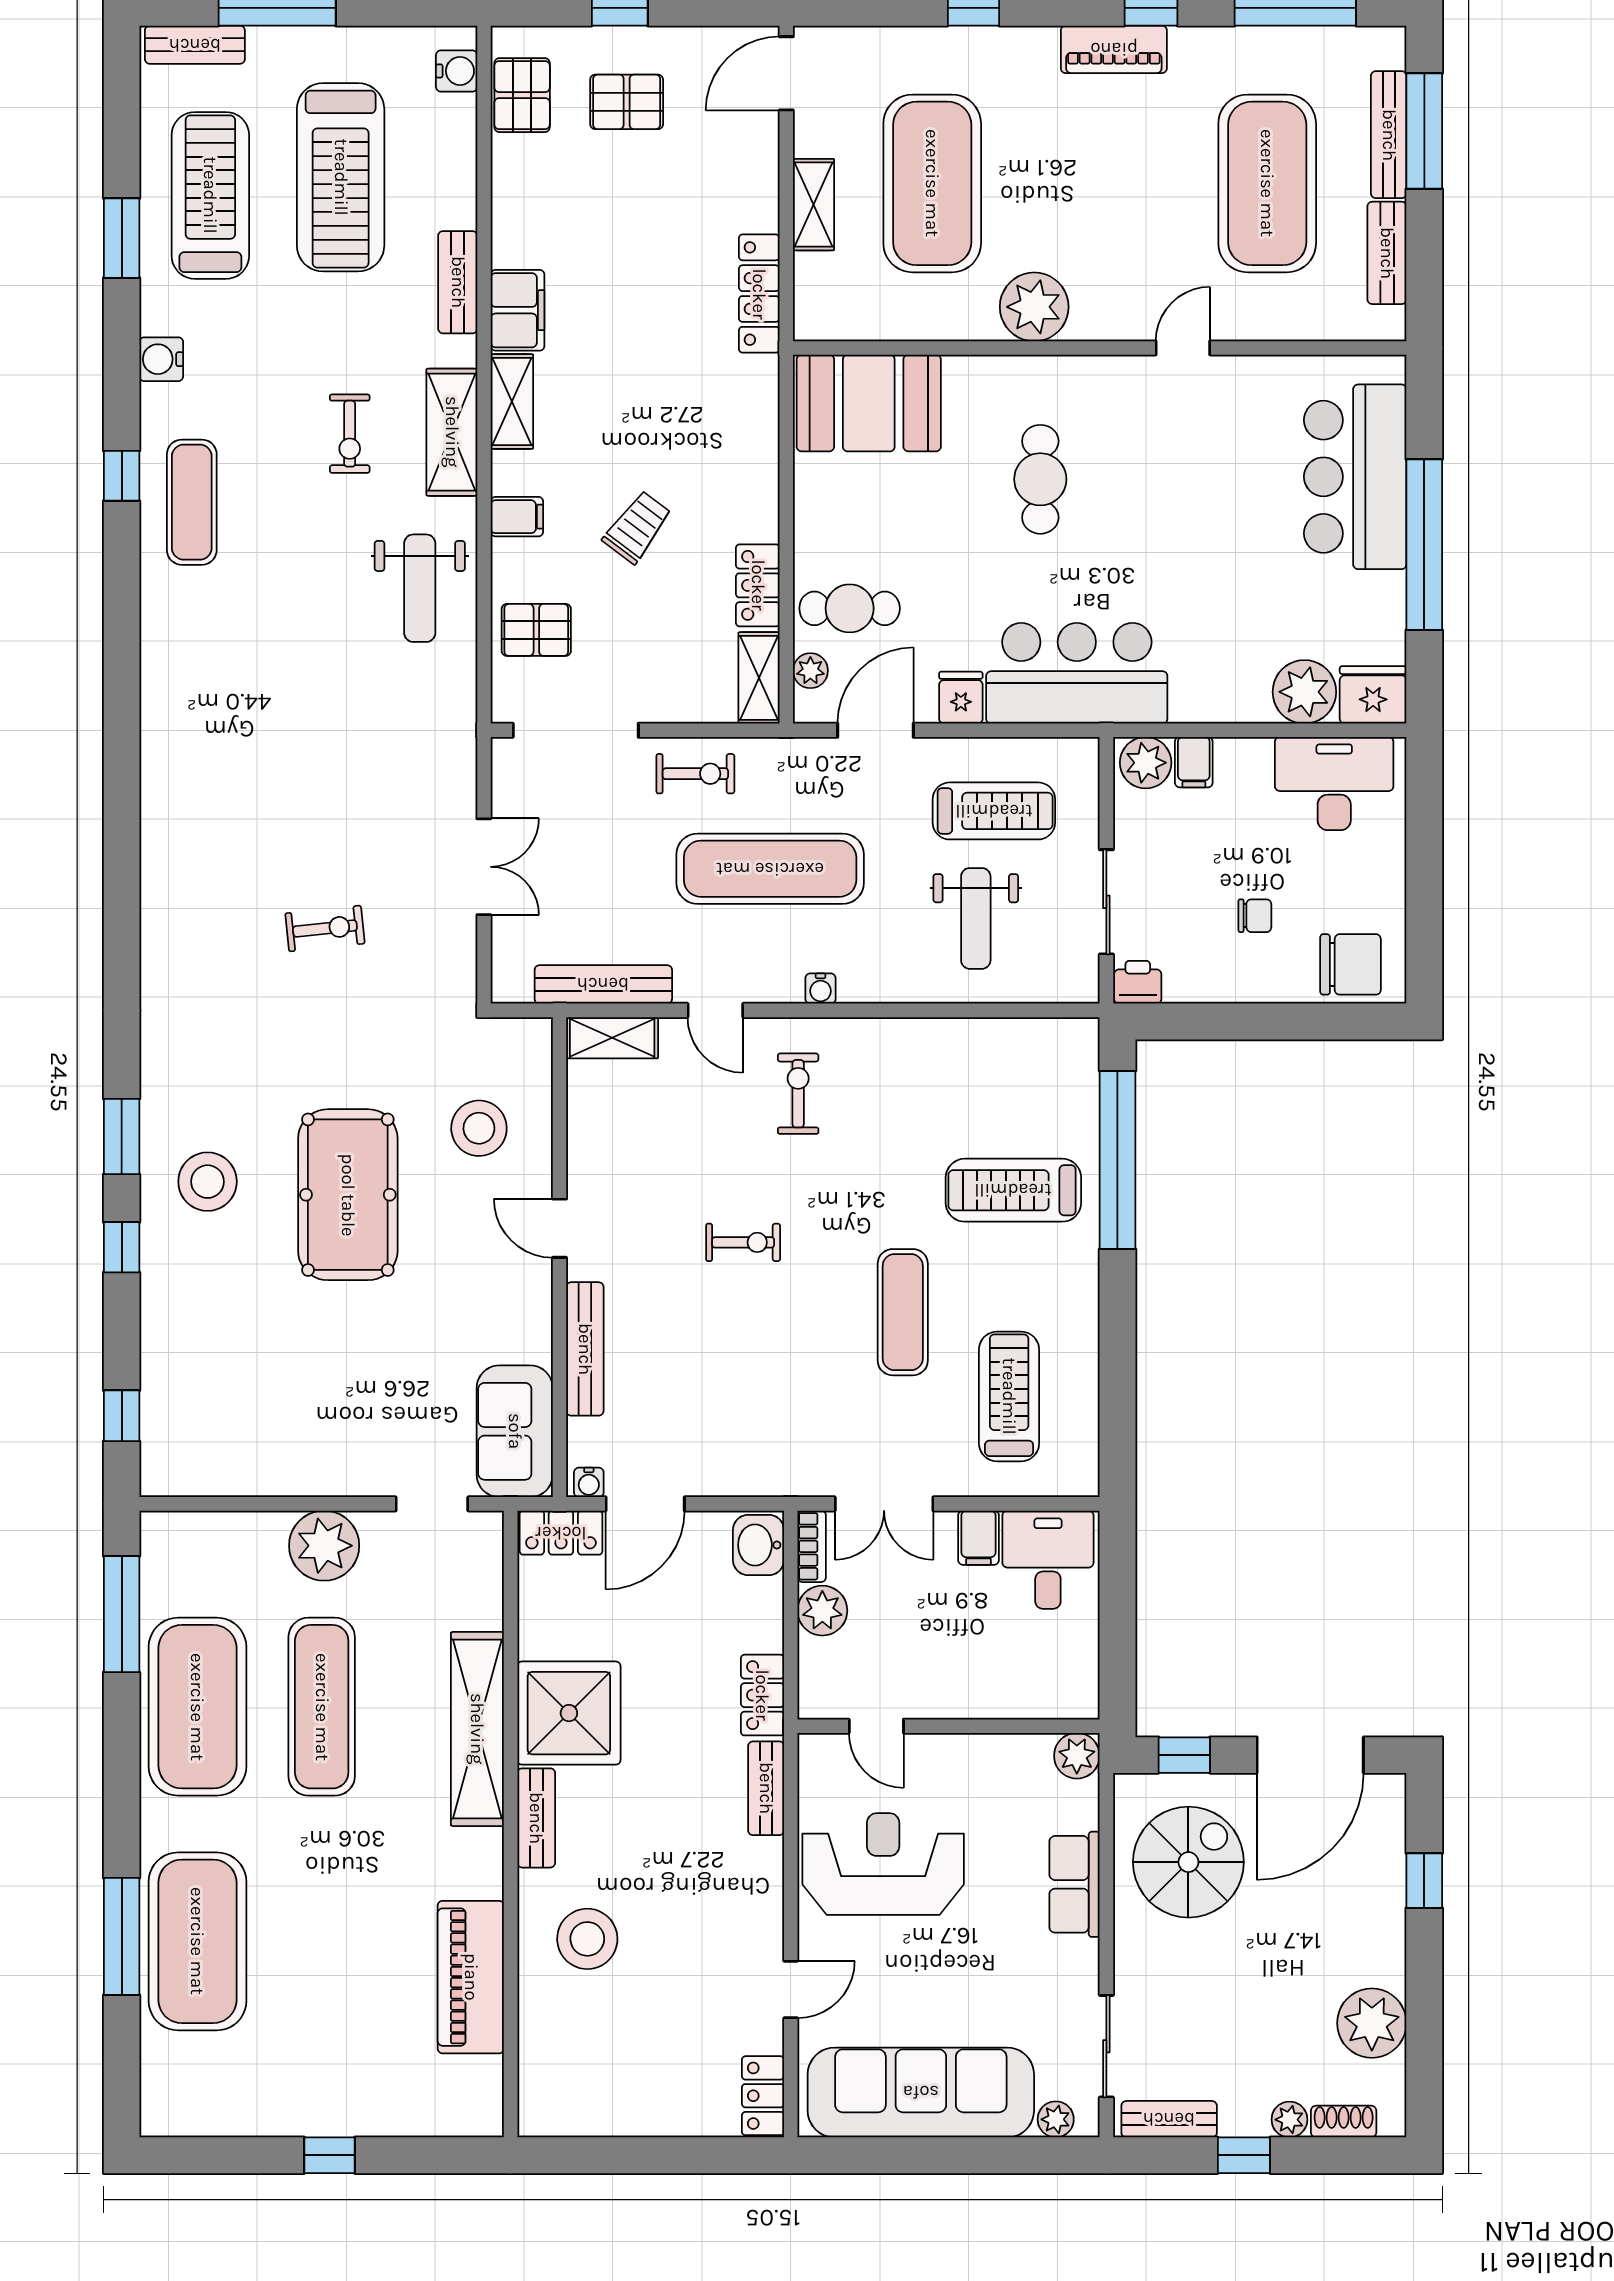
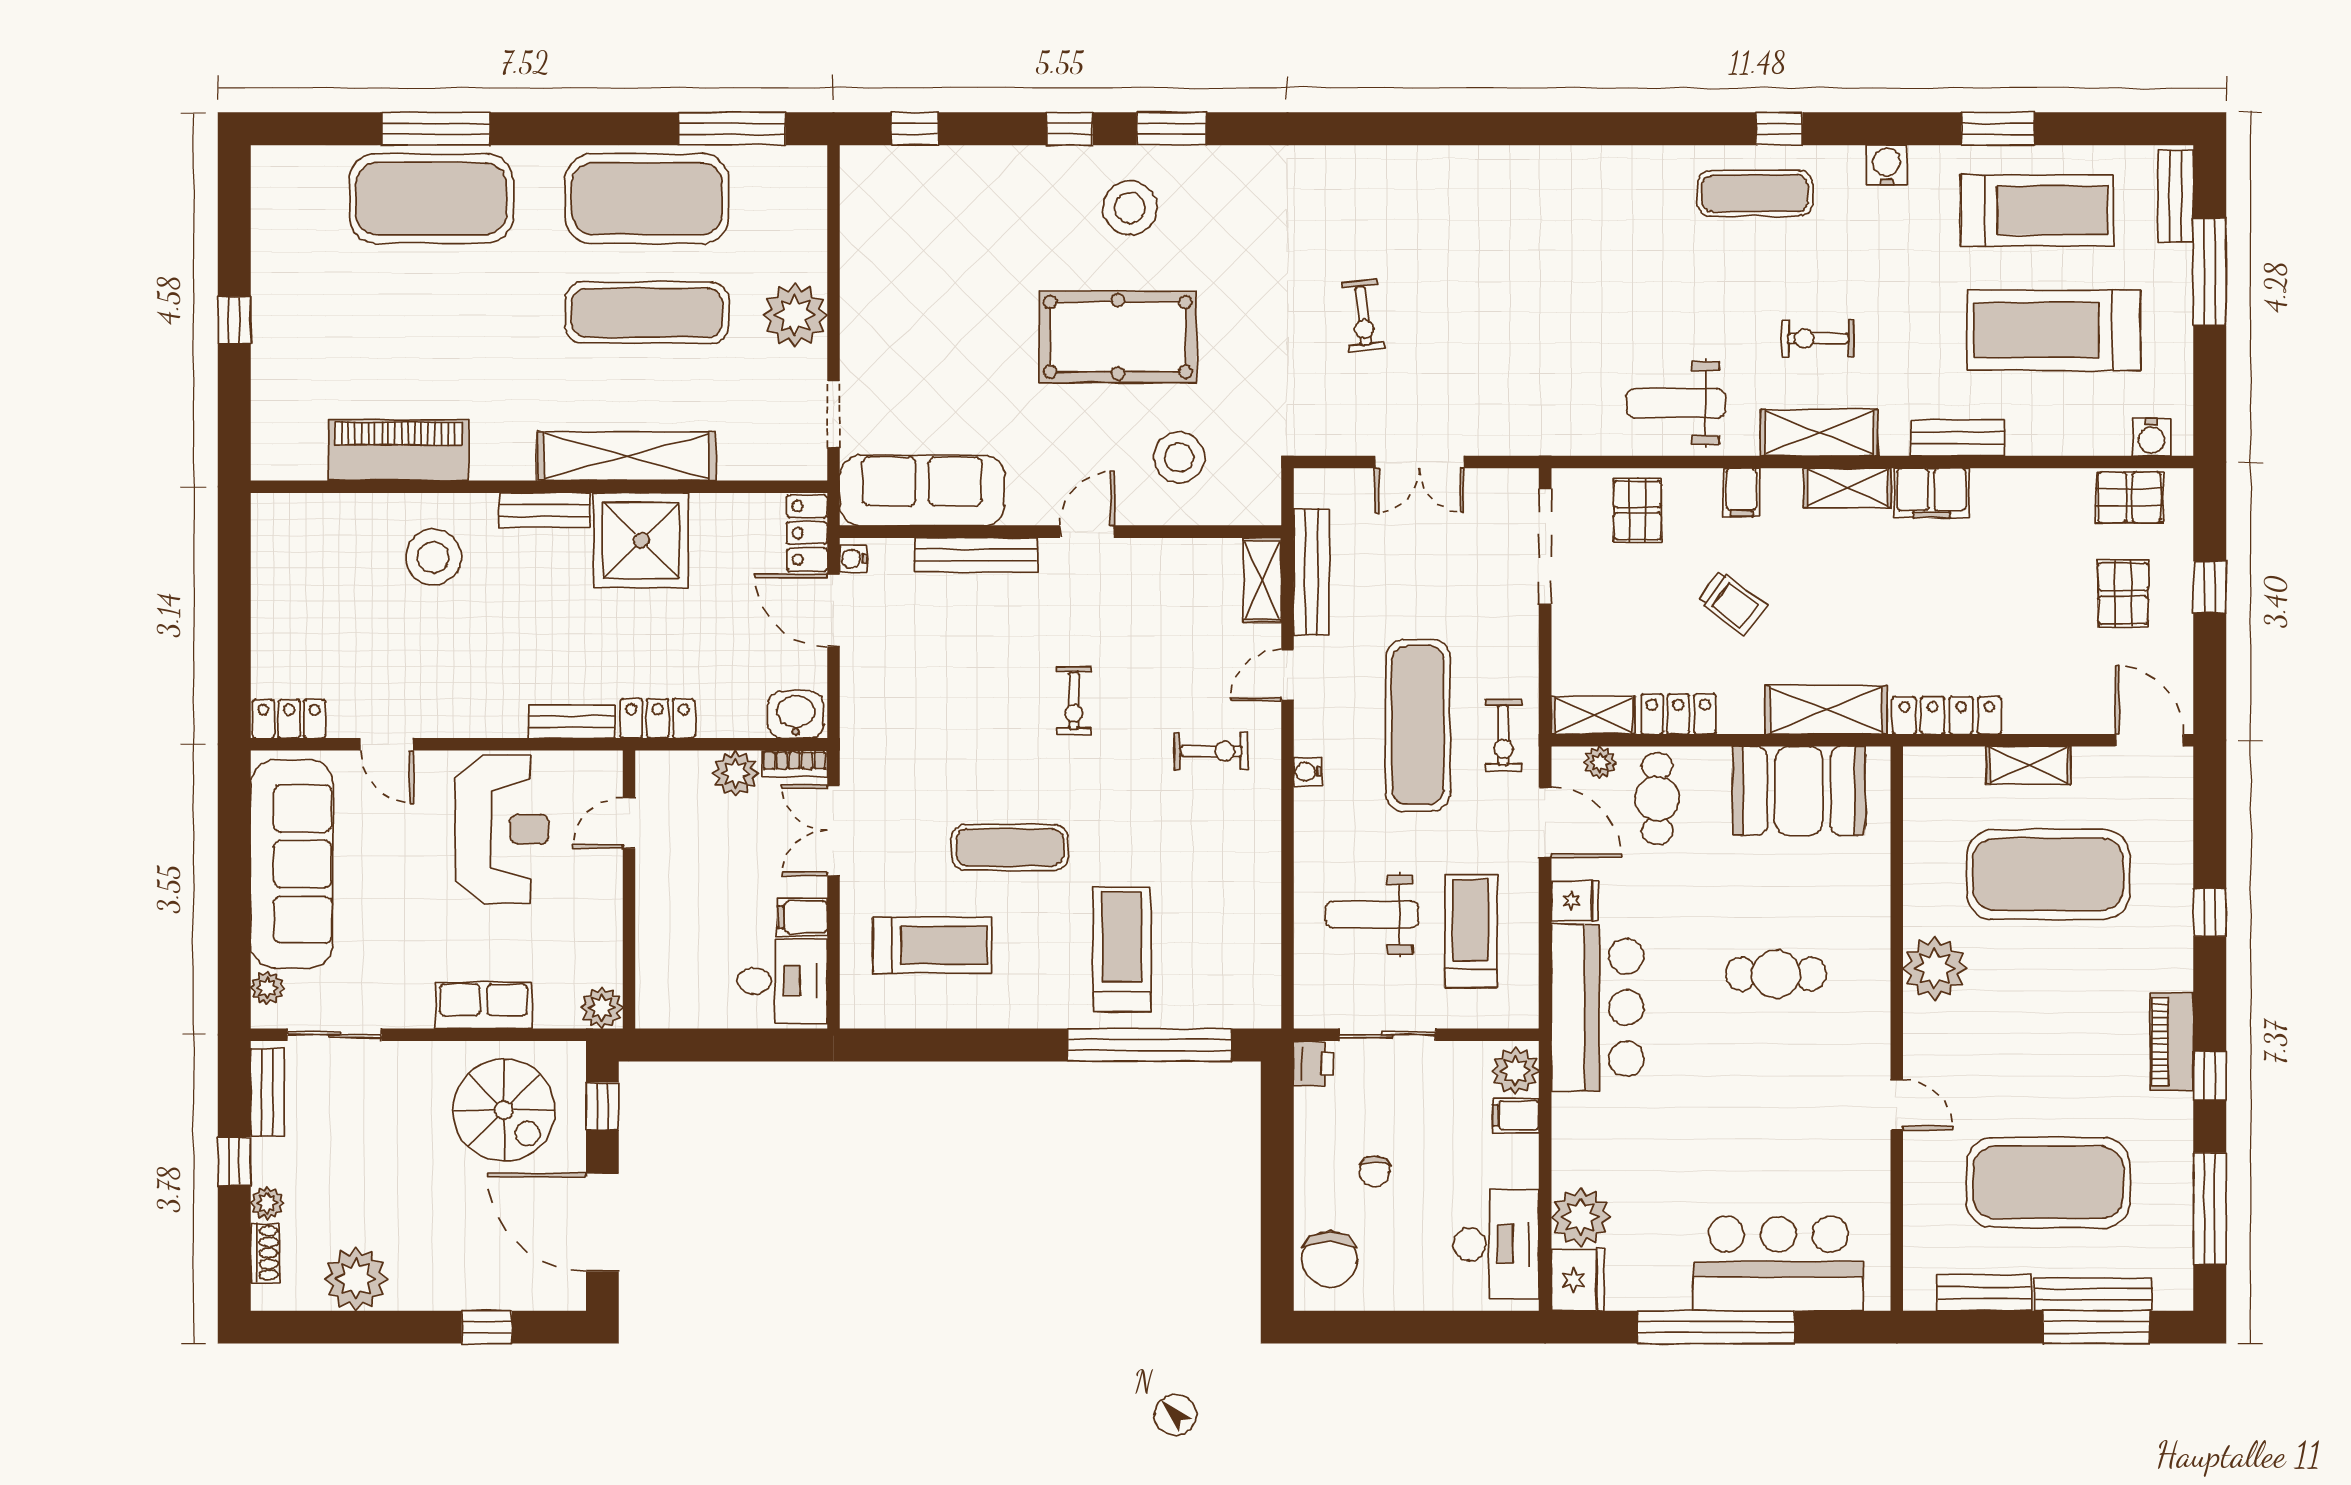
booth: (869, 403) -> (1799, 791), moved, turned 90
shelving: (753, 425) -> (1826, 710), added
exercise bike: (695, 774) -> (1503, 735), moved
treadmill: (994, 811) -> (1471, 931), turned 180
sofa: (515, 1431) -> (922, 490), width x1.36

